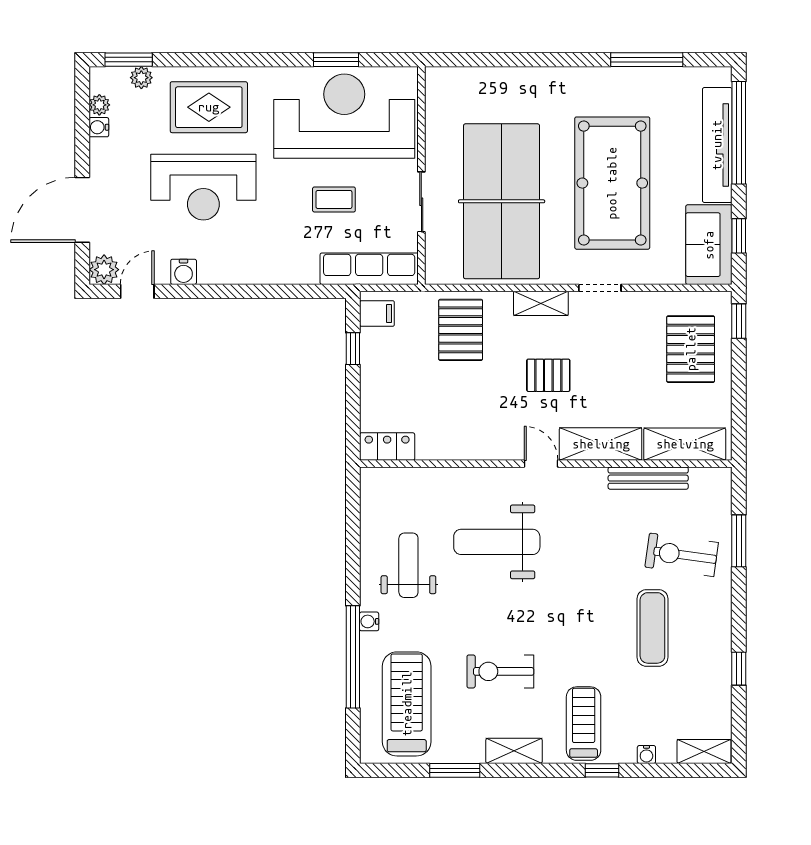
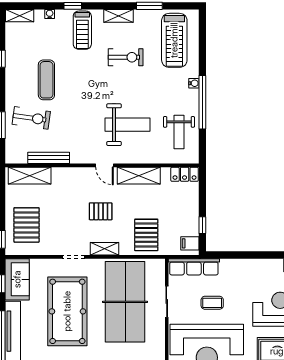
shelving: (601, 444) -> (139, 176), moved
weight bench: (408, 565) -> (179, 132), moved
window: (353, 657) -> (202, 102), moved

